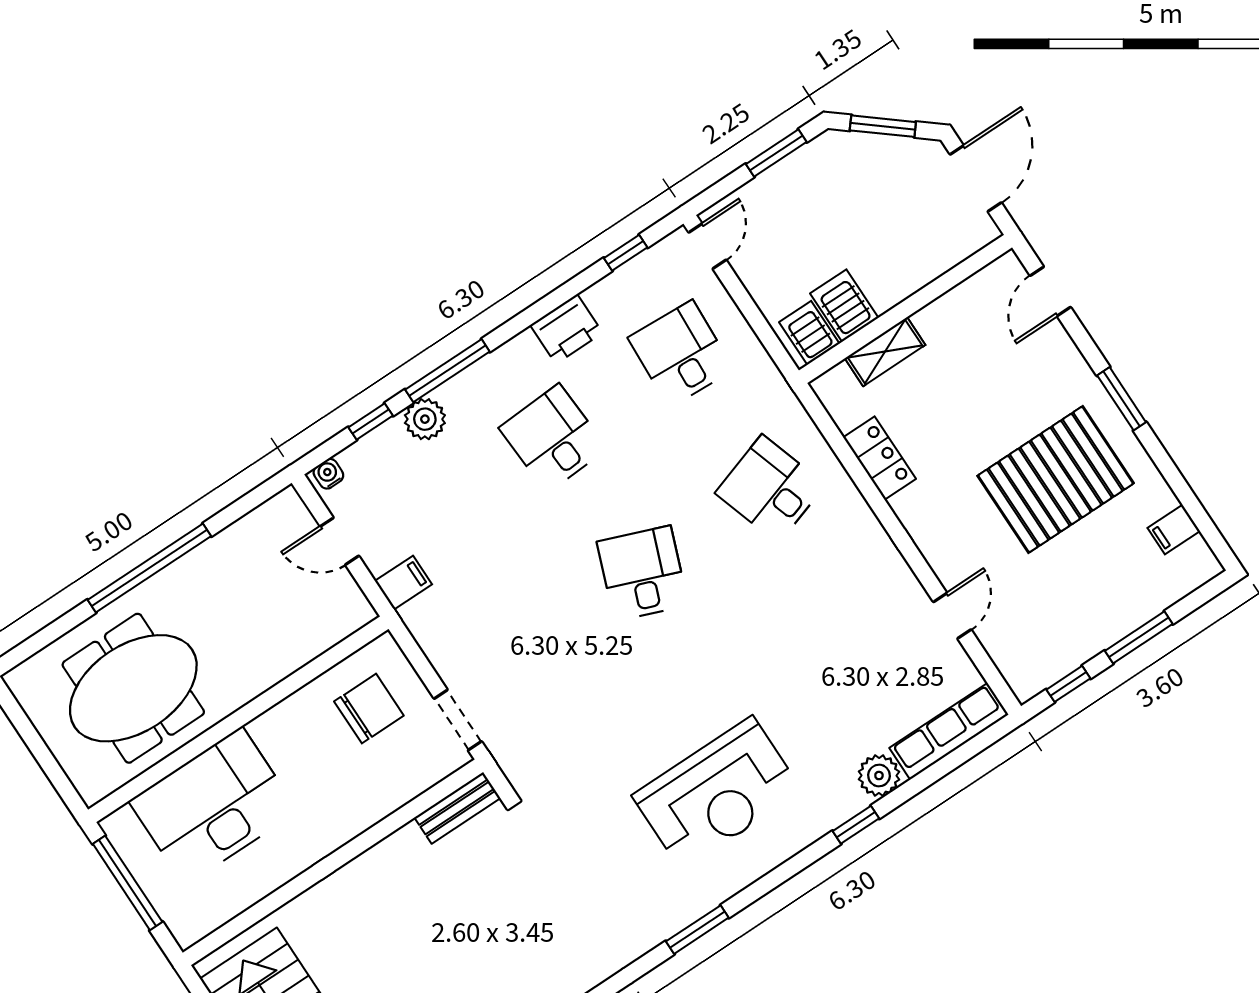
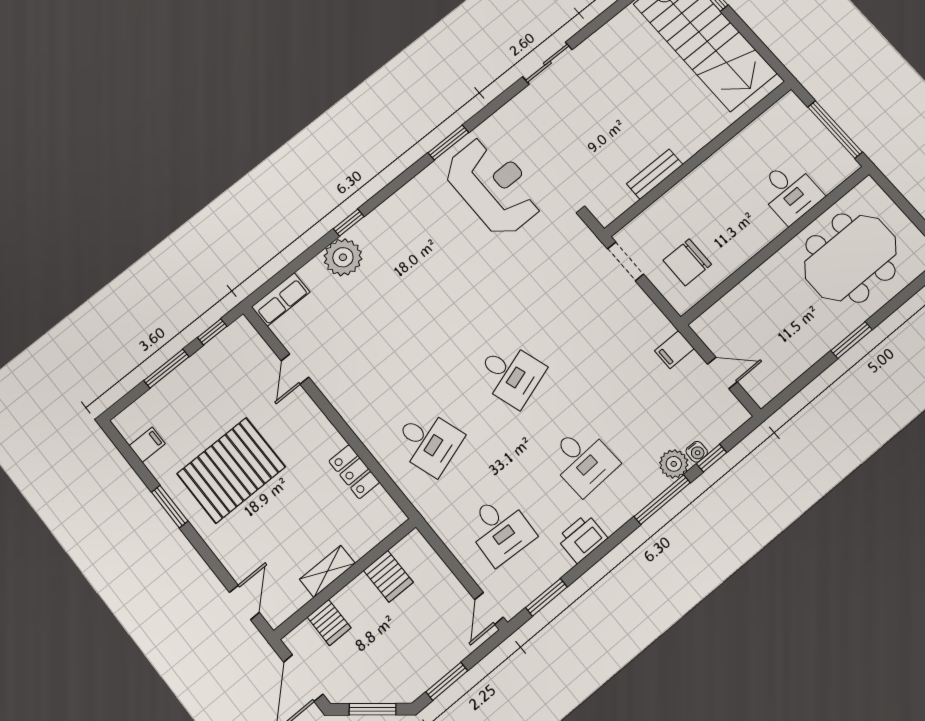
window: (626, 253) -> (546, 597), width x1.50
server rack: (809, 333) -> (329, 623), moved
shelving: (885, 352) -> (327, 571), moved
window: (1122, 399) -> (170, 507), moved
water cooler: (328, 474) -> (697, 452), moved
window: (149, 568) -> (851, 340), width x0.47
desk: (642, 573) -> (510, 374), turned -39
row of seats: (949, 731) -> (281, 299), width x0.68
plant: (879, 776) -> (343, 257), width x1.36, depth x1.36
reception desk: (717, 793) -> (494, 186), moved, turned 90
desk: (213, 806) -> (790, 192), width x0.53, depth x0.77
bench: (457, 808) -> (655, 174), moved

